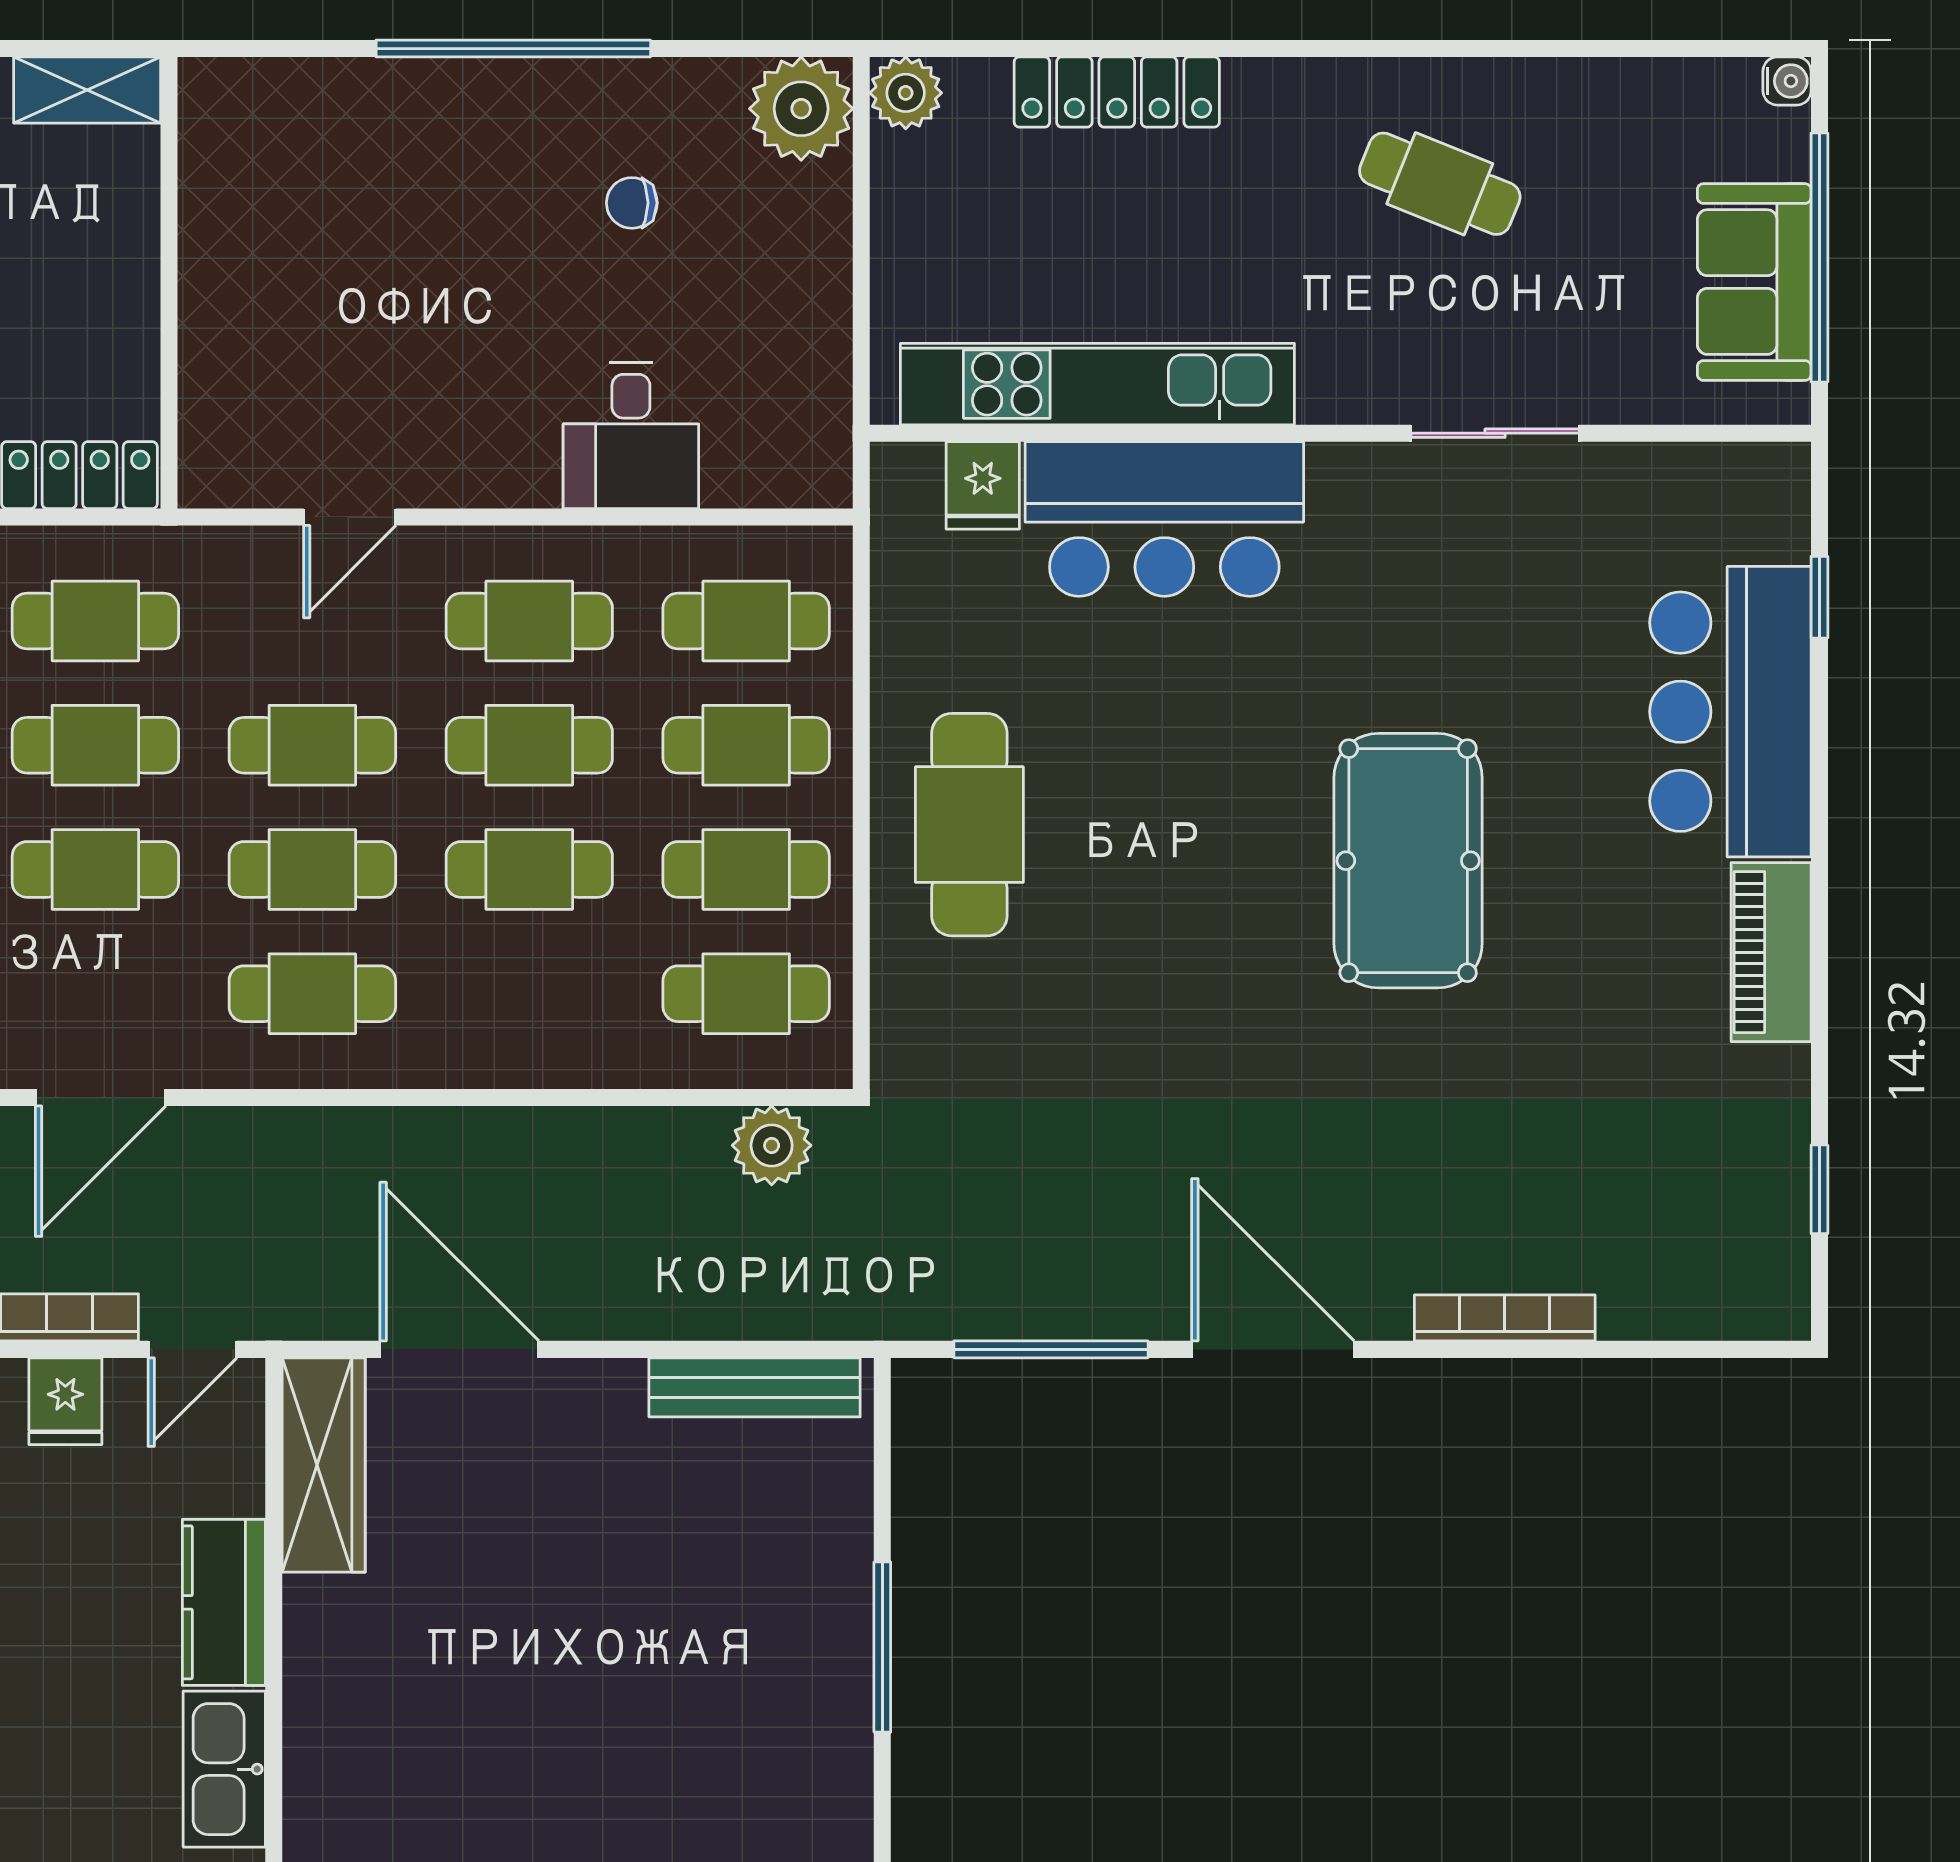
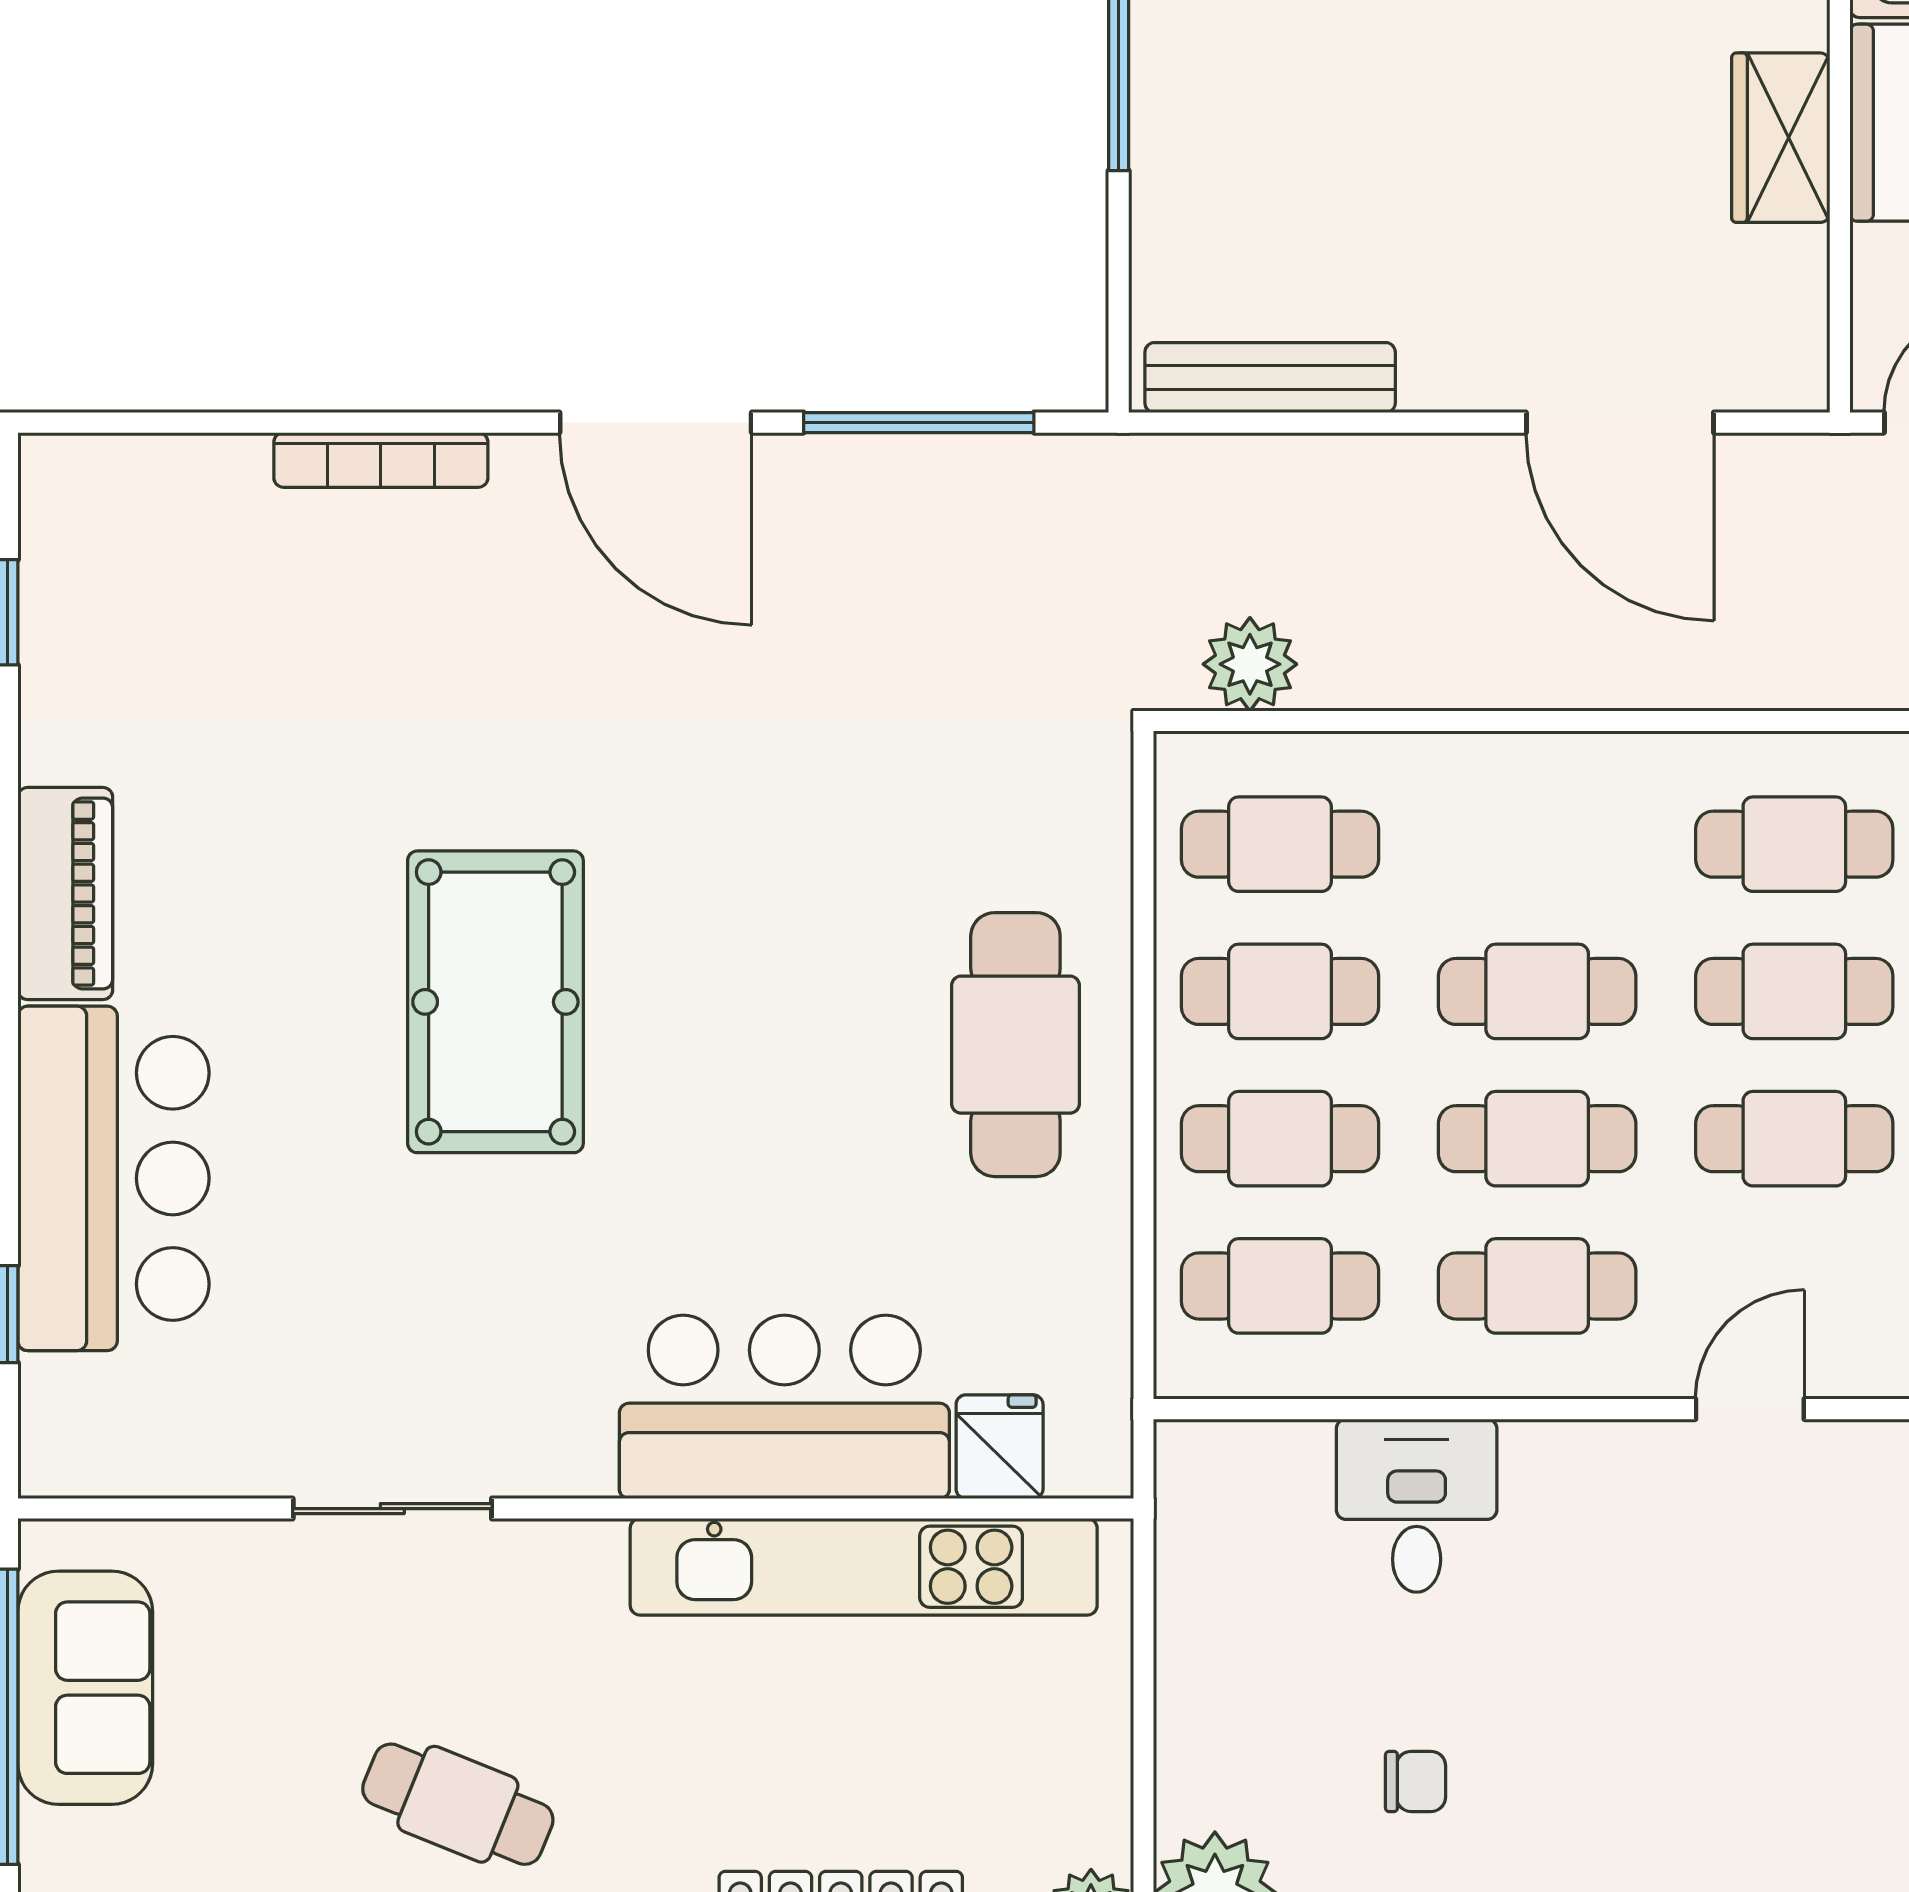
wardrobe: (324, 1465) -> (1781, 138), moved, width x0.67

